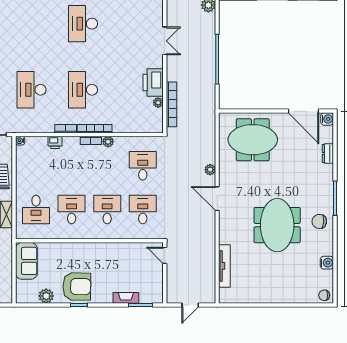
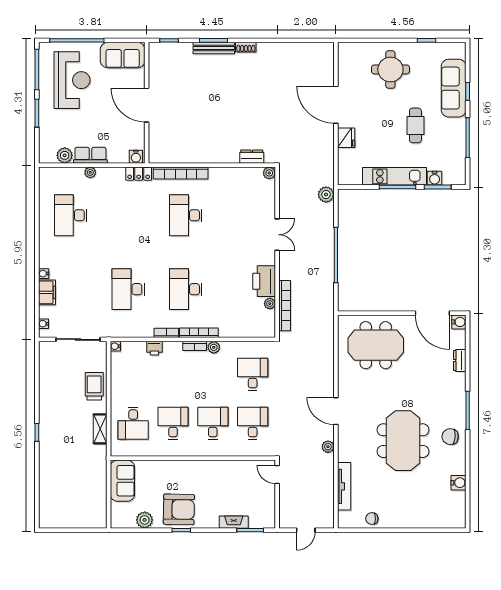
plant: (210, 170) -> (328, 447), moved
chair: (324, 295) -> (372, 519), moved

